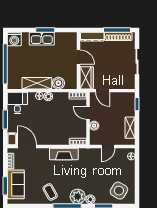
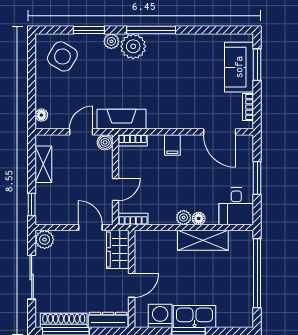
washing machine: (14, 39) -> (160, 316), moved
door: (78, 57) -> (132, 285), swing flipped
boiler: (58, 83) -> (166, 240), removed
plant: (129, 84) -> (45, 240), added
door: (88, 113) -> (115, 189), hinge flipped
boiler: (94, 126) -> (105, 142), moved
filing cabinet: (12, 139) -> (172, 145), moved
fireplace: (64, 154) -> (122, 119), moved
coffee table: (50, 192) -> (180, 54), removed

